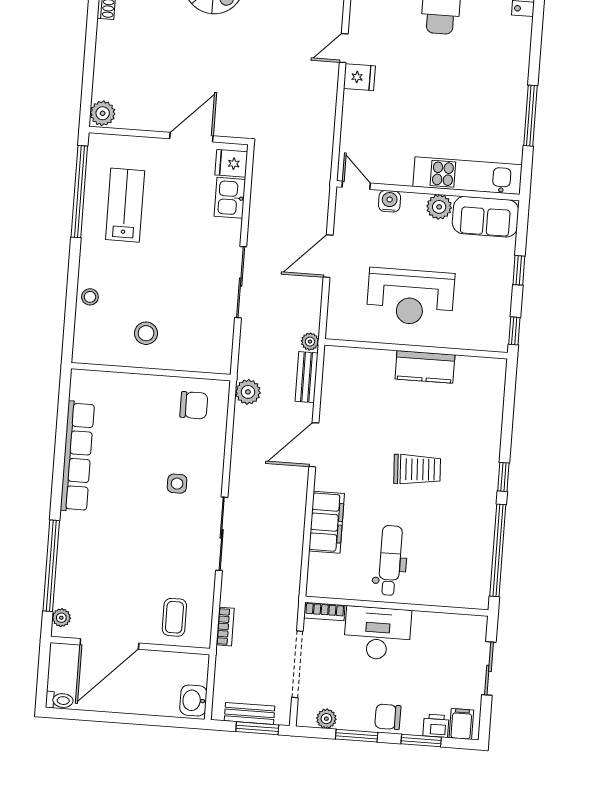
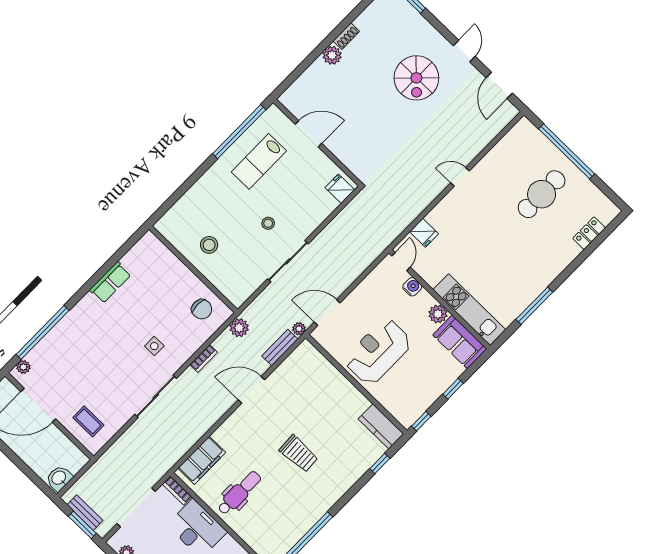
fridge: (359, 77) -> (424, 233), moved
plant: (103, 113) -> (332, 55), moved
door: (191, 137) -> (308, 134), moved
kitchen sink: (230, 198) -> (322, 208), removed
lab bench: (125, 205) -> (259, 161), turned 180
door: (328, 256) -> (327, 312), moved
stool: (90, 297) -> (268, 223), moved
reception desk: (410, 297) -> (378, 352), turned 90
kitchen counter: (425, 367) -> (381, 426), moved
row of seats: (77, 457) -> (110, 282), width x0.50
window: (503, 477) -> (380, 463), moved
filing cabinet: (327, 522) -> (202, 460), moved
coffee table: (174, 617) -> (88, 421), turned 90
bookcase: (225, 627) -> (204, 359), moved

